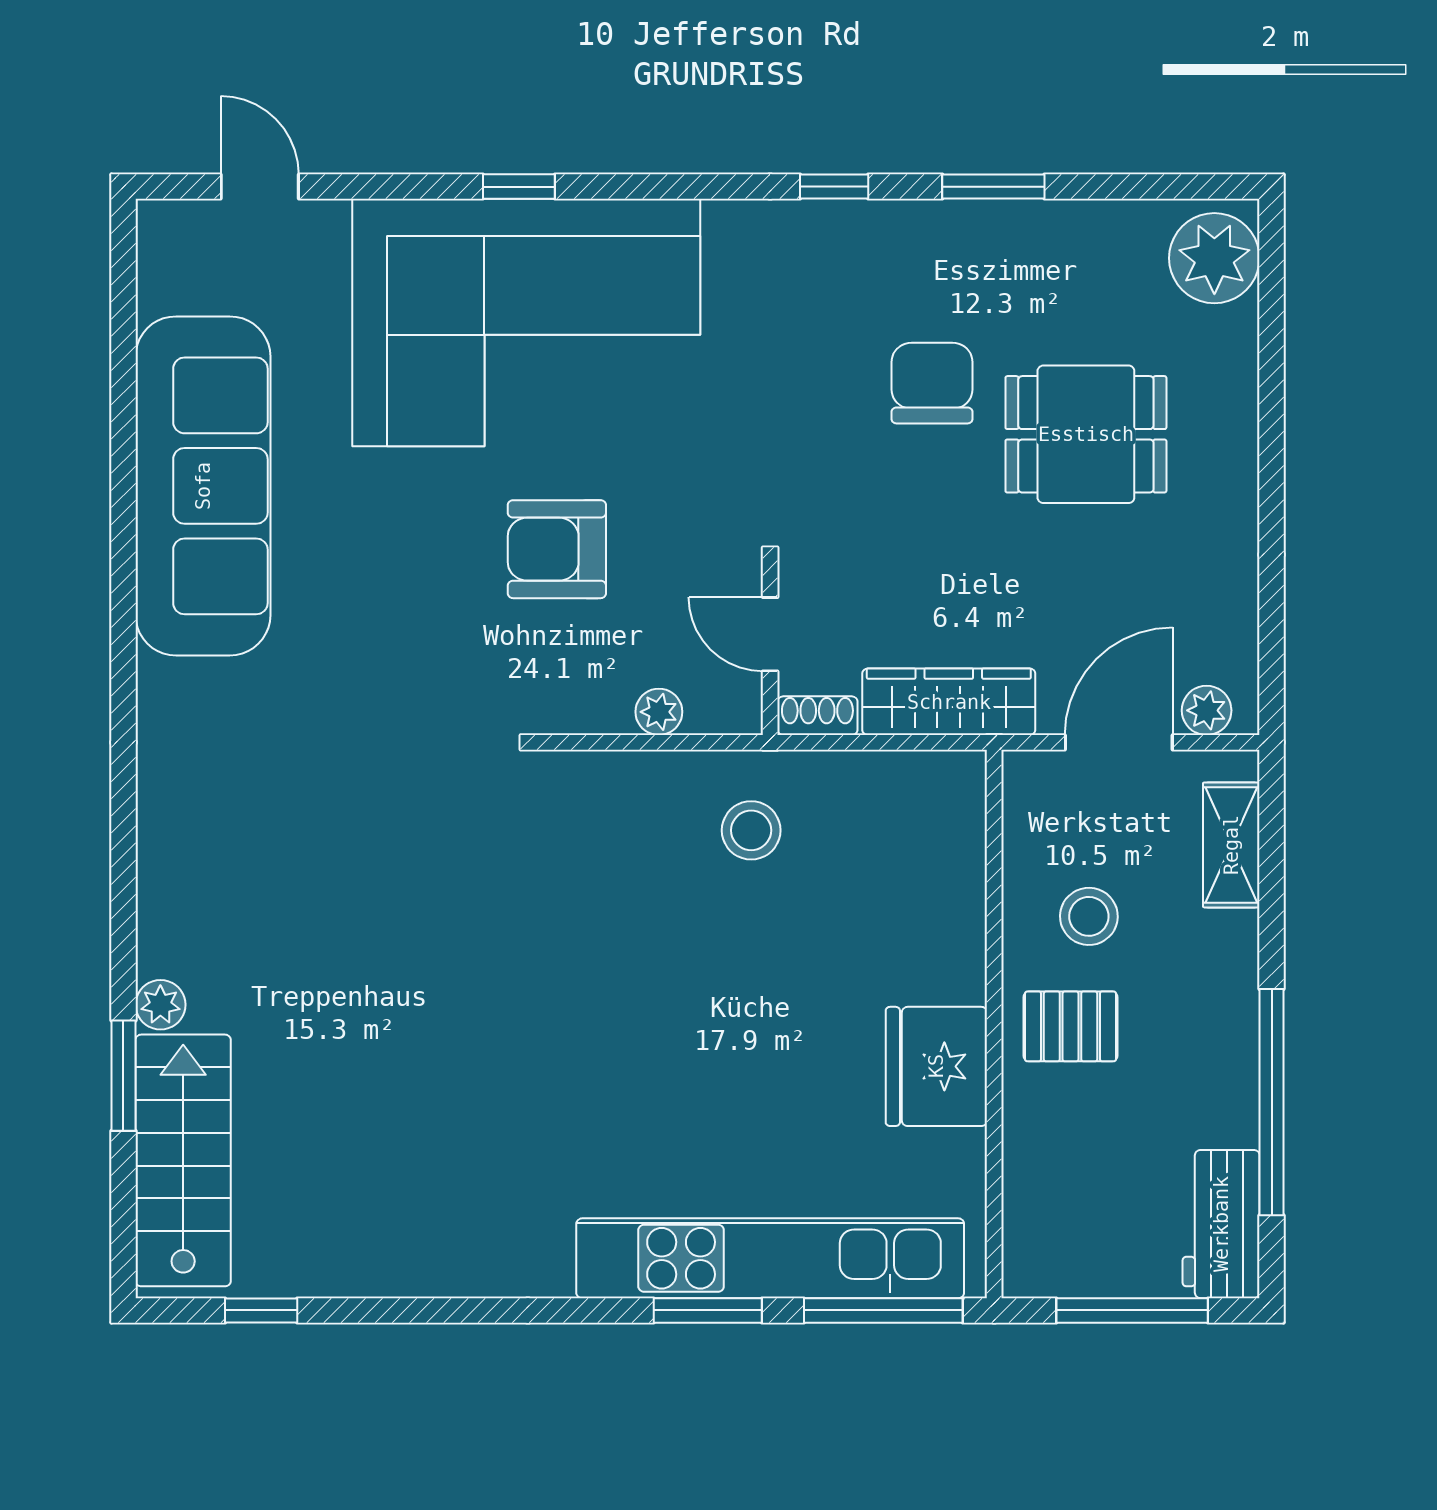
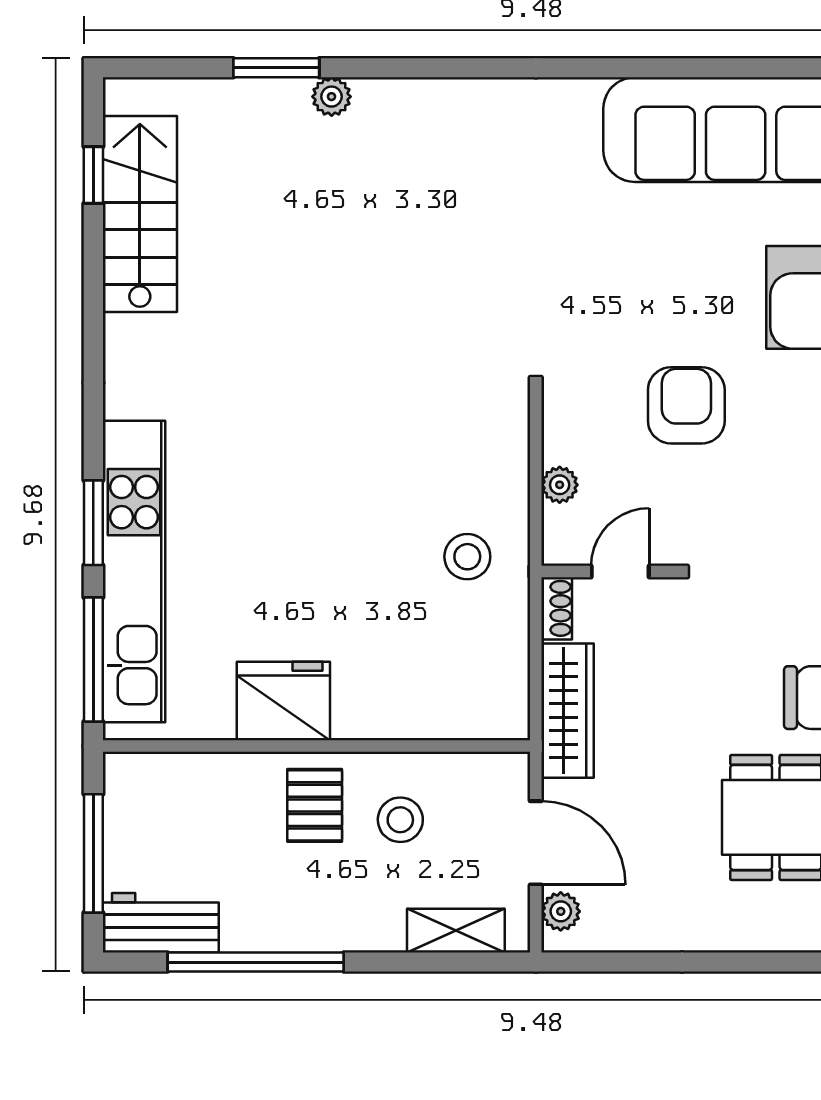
stairs: (183, 1160) -> (140, 214), moved, turned -90

